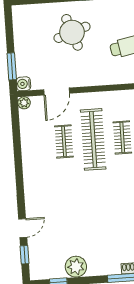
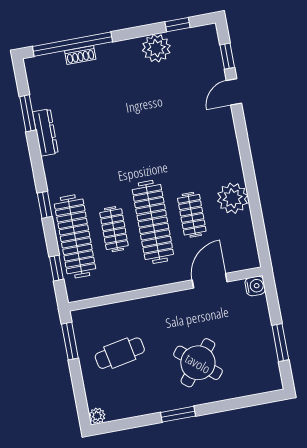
round table: (72, 32) -> (198, 363), turned -31
window: (12, 66) -> (280, 343), moved
plant: (24, 103) -> (233, 198), moved, width x1.87, depth x1.87

